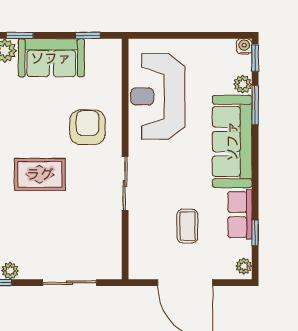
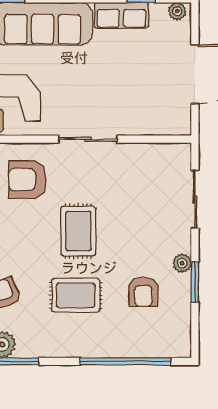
coffee table: (187, 226) -> (134, 72), removed

